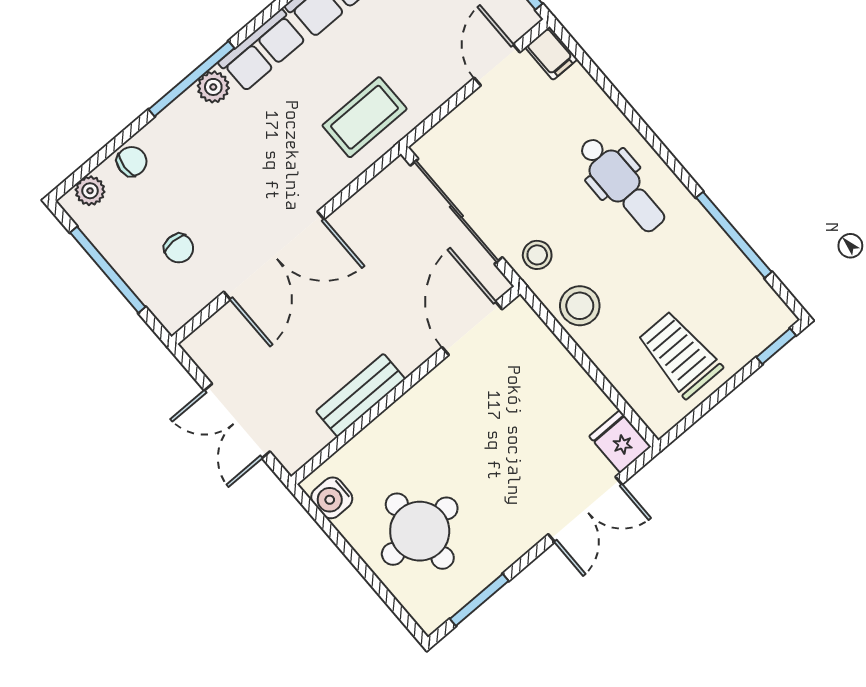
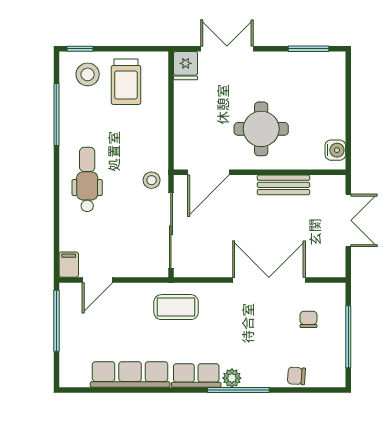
plant: (90, 191) -> (326, 379), removed
stool: (580, 306) -> (88, 74), moved
round table: (420, 531) -> (261, 129), moved

